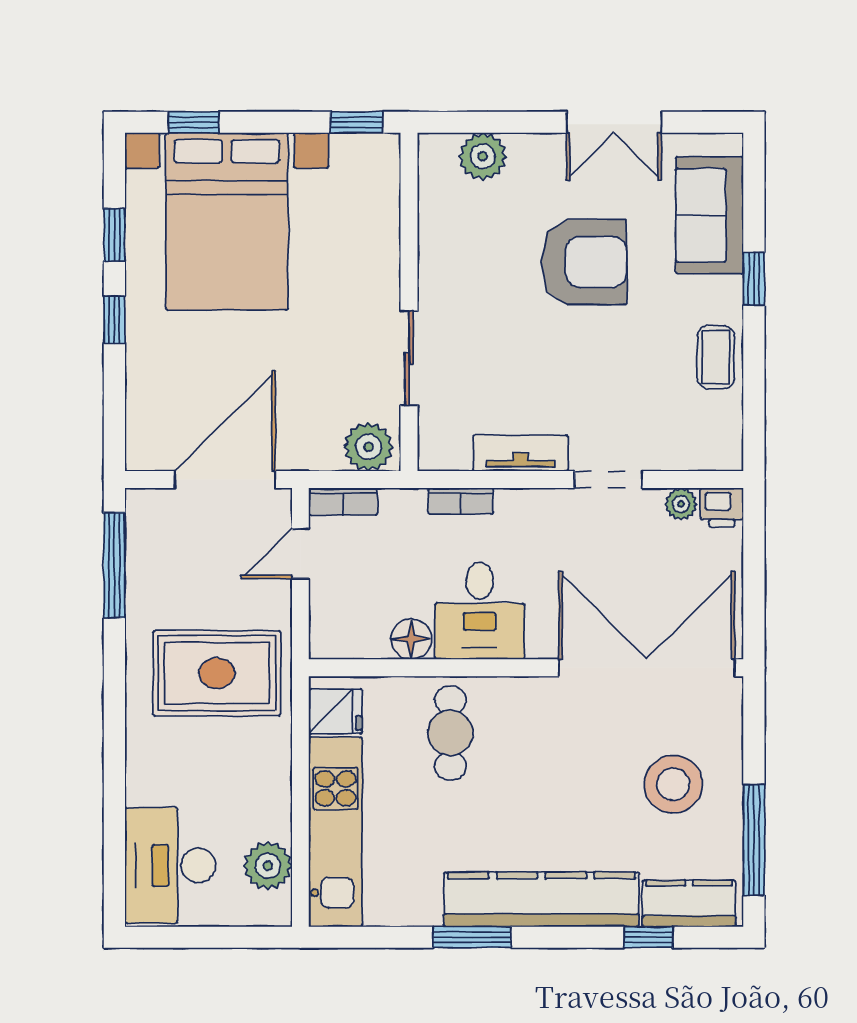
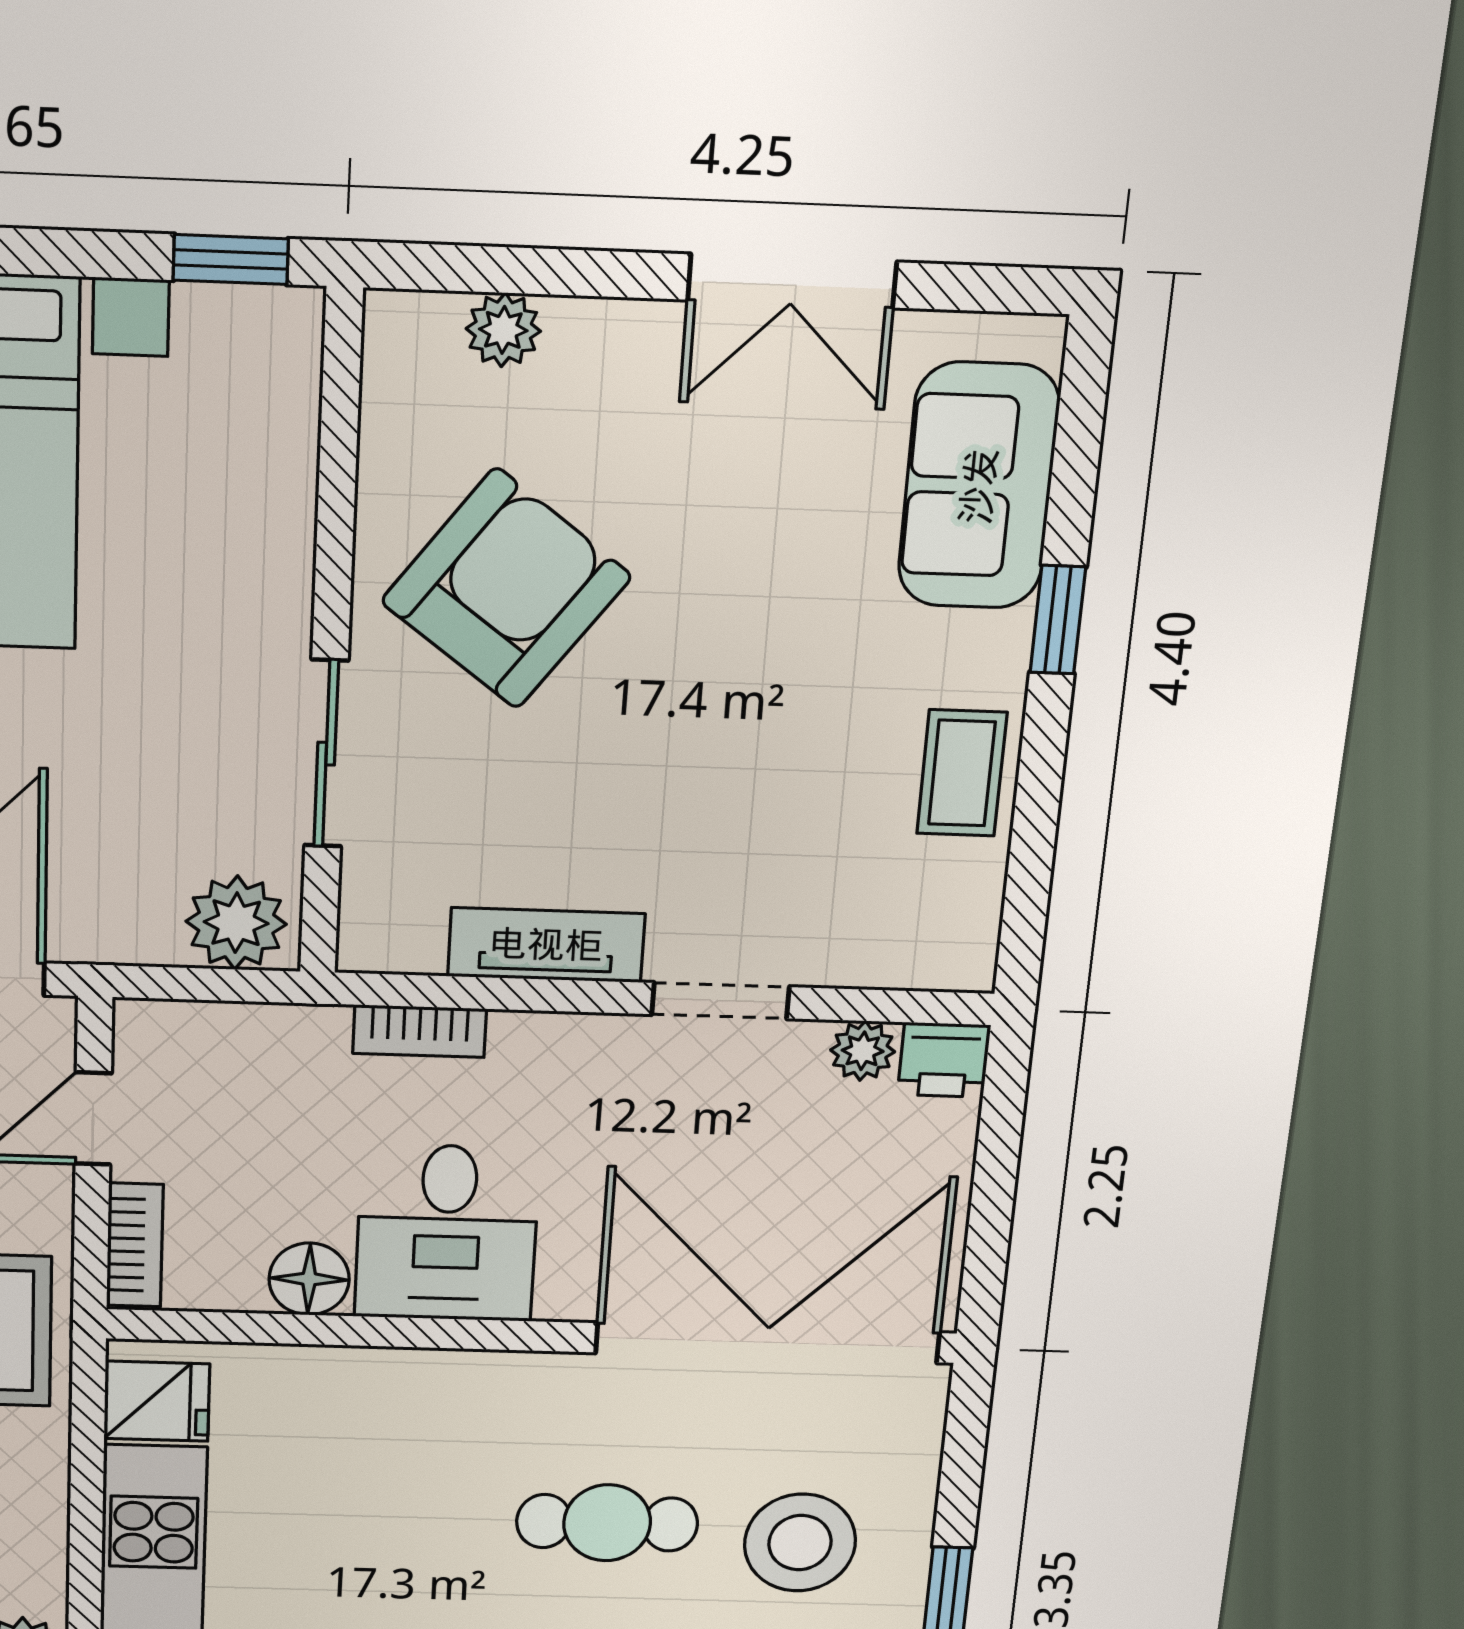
plant: (483, 156) -> (503, 330), width x0.73, depth x0.73
armchair: (584, 262) -> (506, 589), moved, turned -53
bookcase: (343, 502) -> (135, 1245), moved, turned -90
cafe table: (450, 733) -> (607, 1523), moved, turned 90

